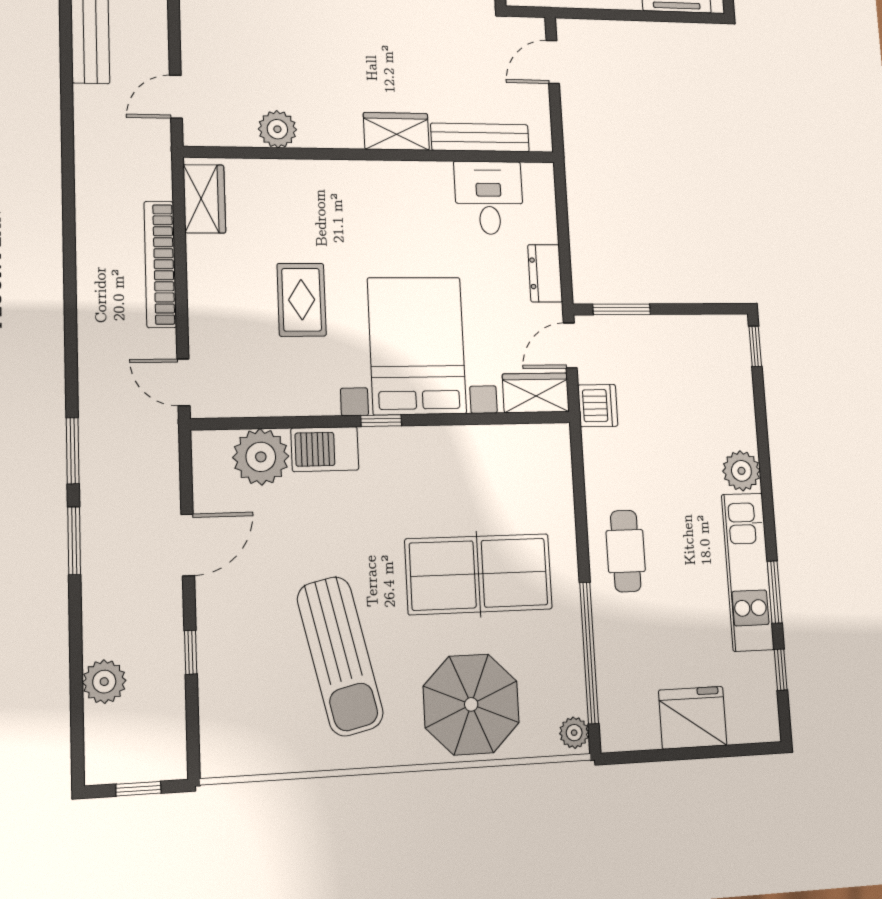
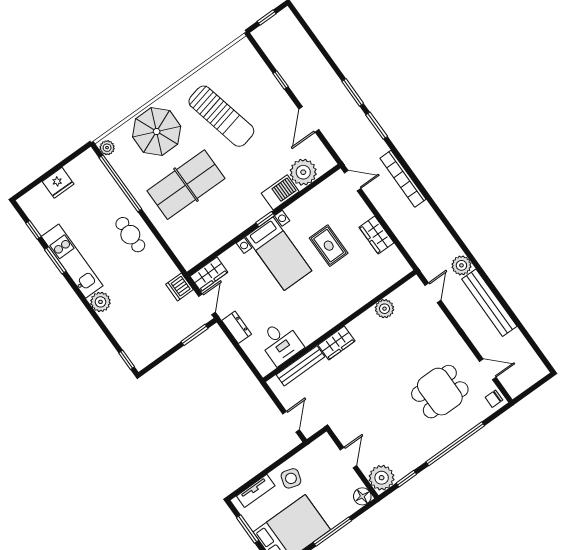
wardrobe: (204, 199) -> (377, 235), moved
bookcase: (160, 264) -> (403, 179), moved, turned 180
bed with nightstands: (417, 346) -> (279, 254), width x0.73
sun lounger: (340, 656) -> (221, 116), turned 180
plant: (104, 682) -> (461, 265), moved
fridge: (693, 718) -> (58, 183), width x0.73, depth x0.75

